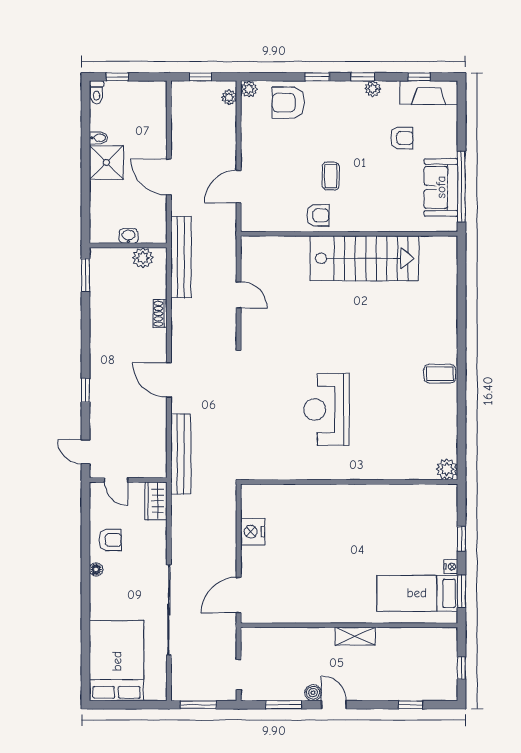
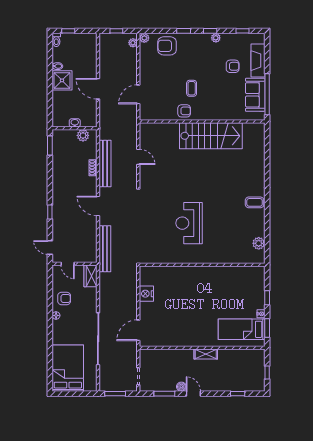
fireplace: (429, 93) -> (258, 61), moved, turned 90
bench: (181, 257) -> (105, 163), moved
plant: (447, 469) -> (259, 243), moved

